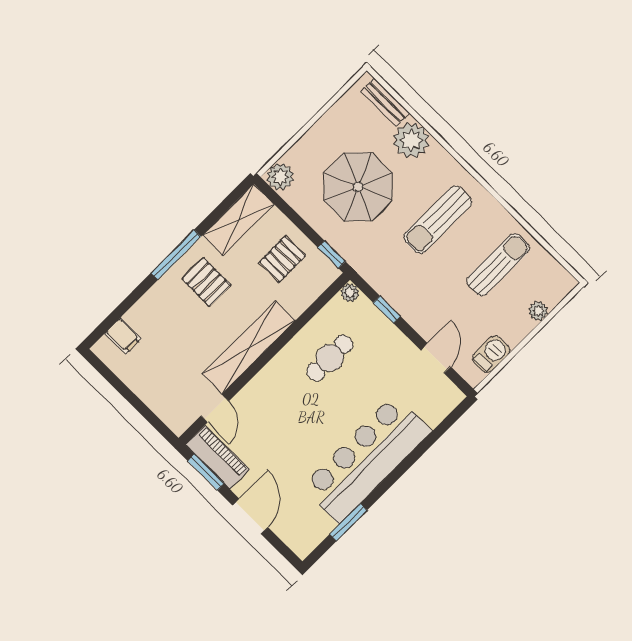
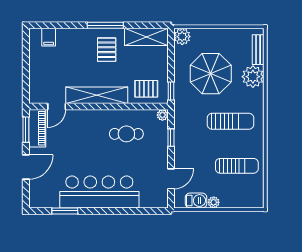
sun lounger: (438, 220) -> (230, 121), turned 180
pallet: (282, 259) -> (146, 89), moved
plant: (538, 311) -> (214, 202), moved

